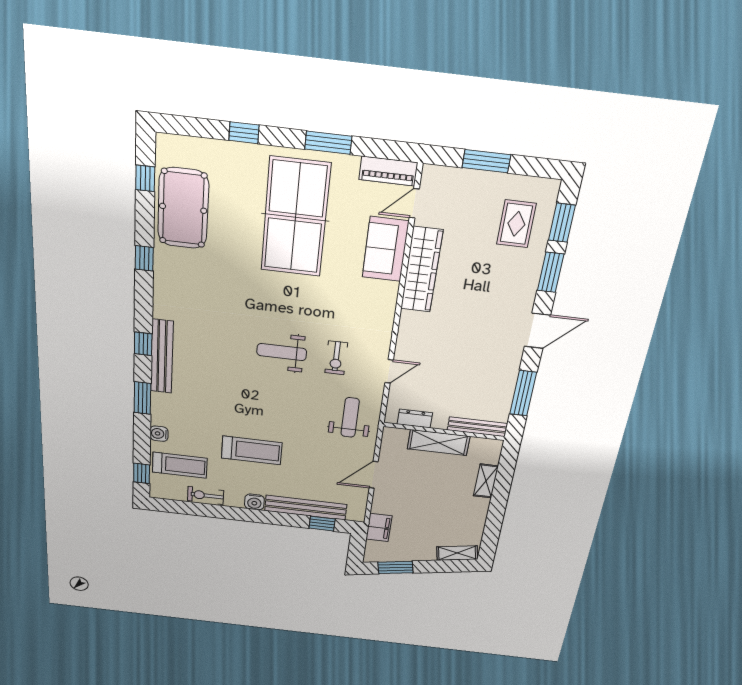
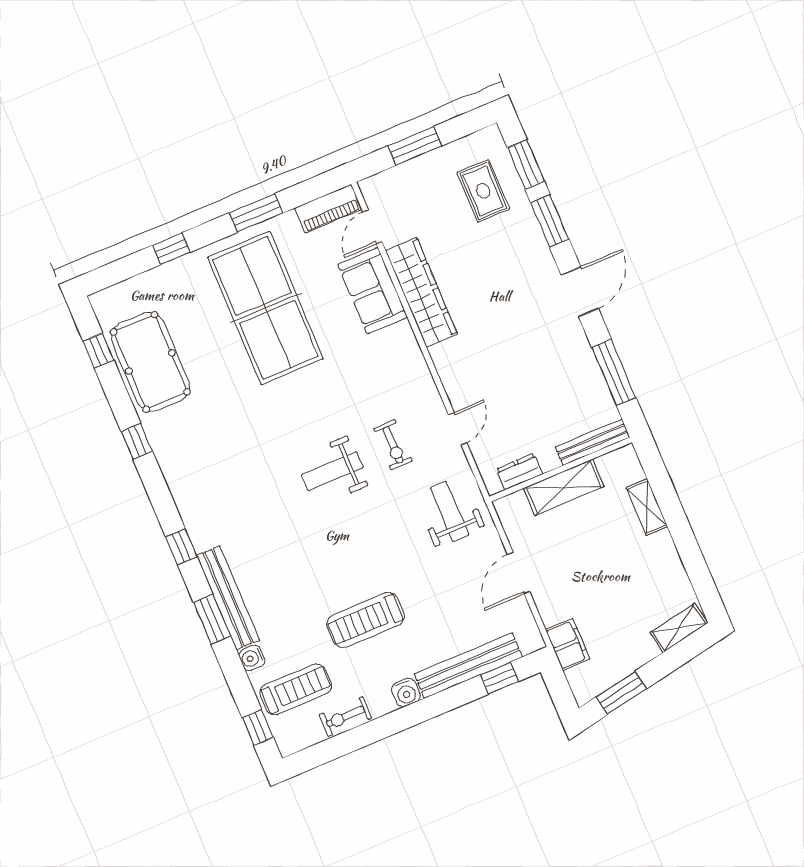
bench: (162, 357) -> (228, 598), moved
treadmill: (252, 450) -> (366, 620), turned 180

